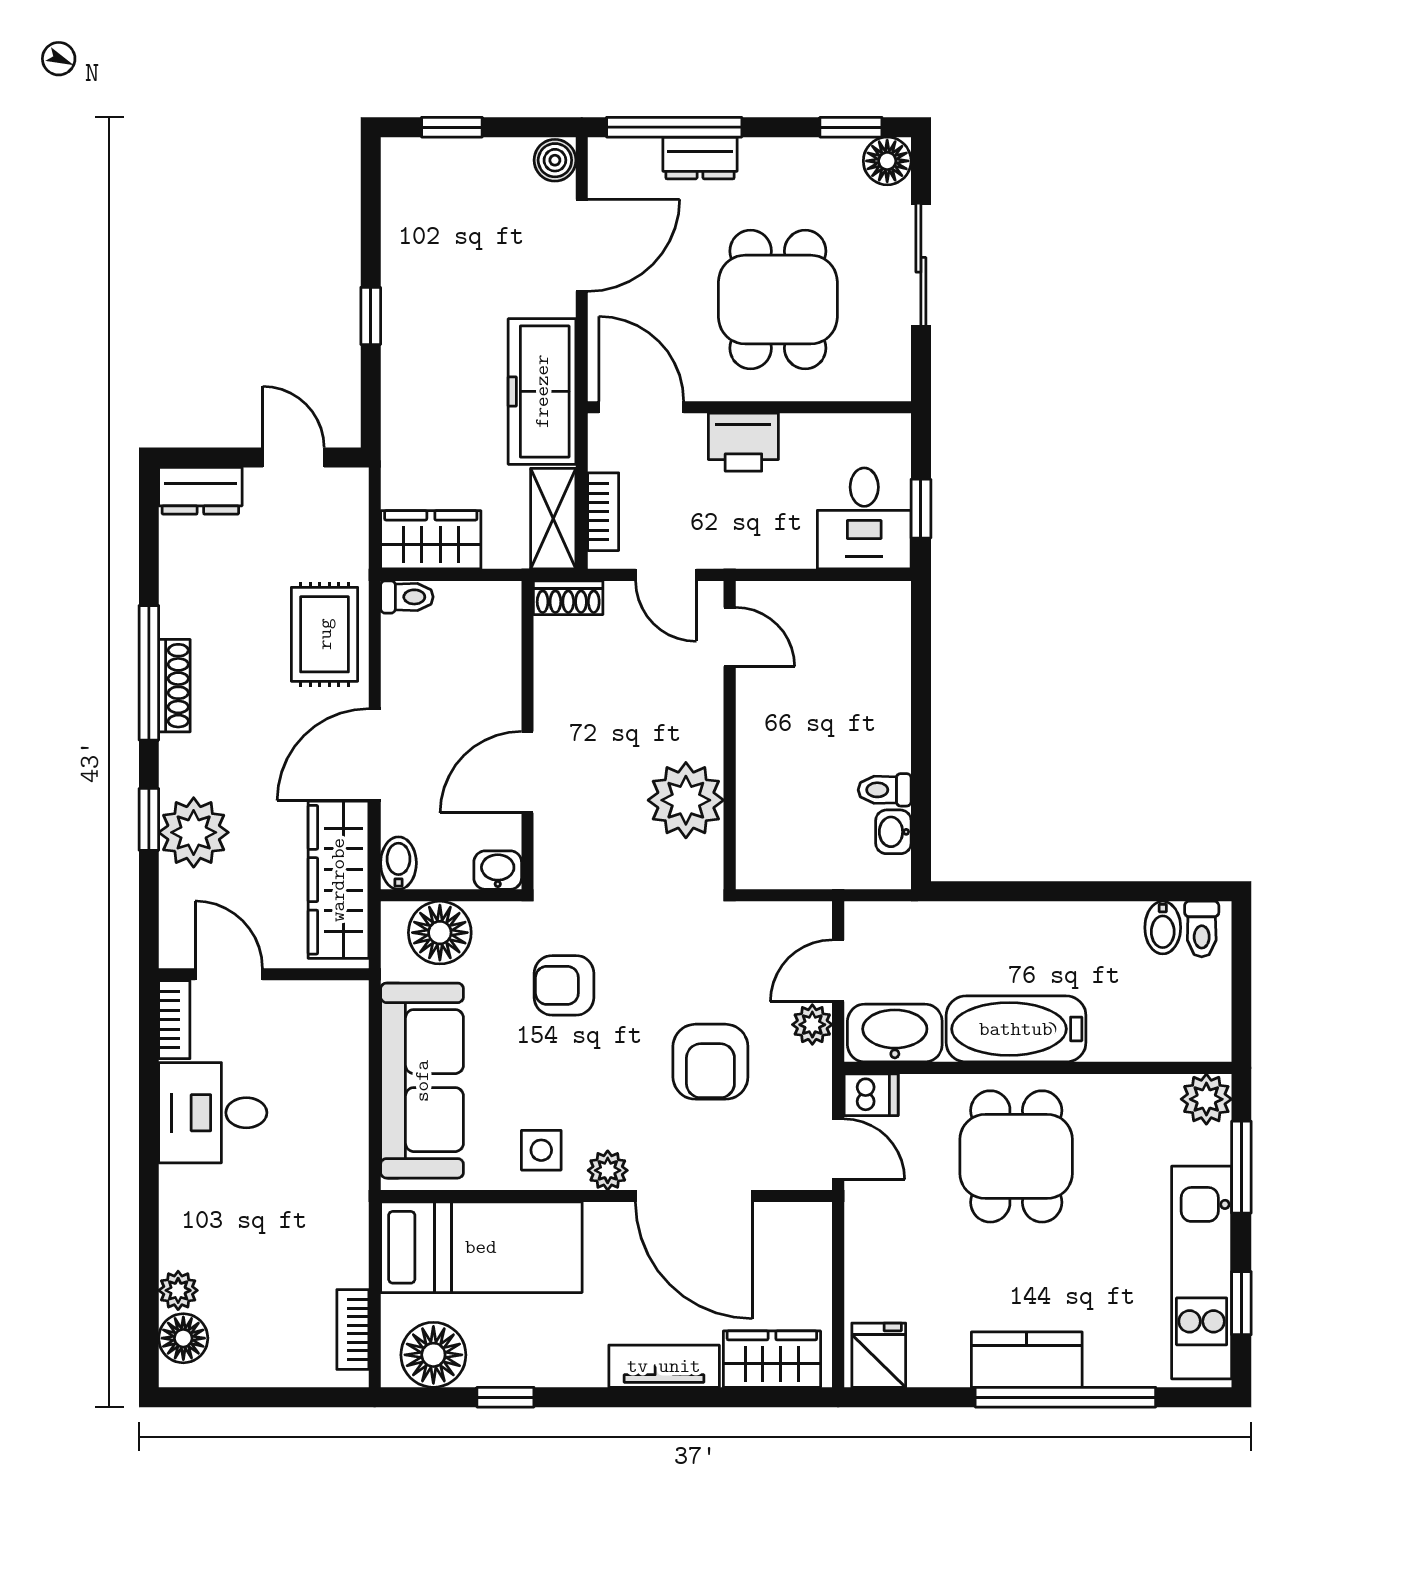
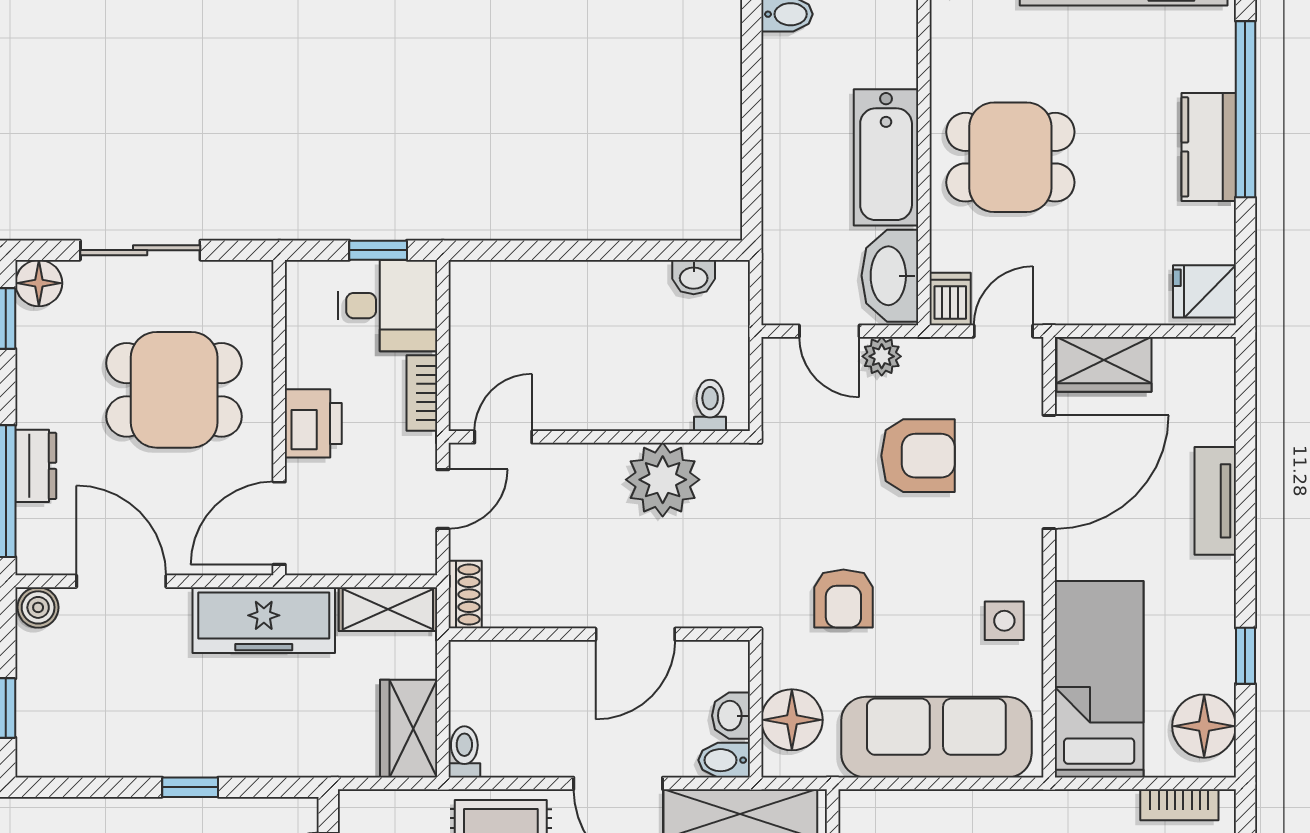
bookcase: (603, 512) -> (422, 393), moved, turned -90
door: (528, 772) -> (635, 634), hinge flipped
toilet: (885, 790) -> (710, 405), moved, turned 180
washbasin: (498, 870) -> (731, 716), moved
plant: (608, 1170) -> (1024, 556), removed
wardrobe: (772, 1359) -> (1104, 364), moved, turned -90

